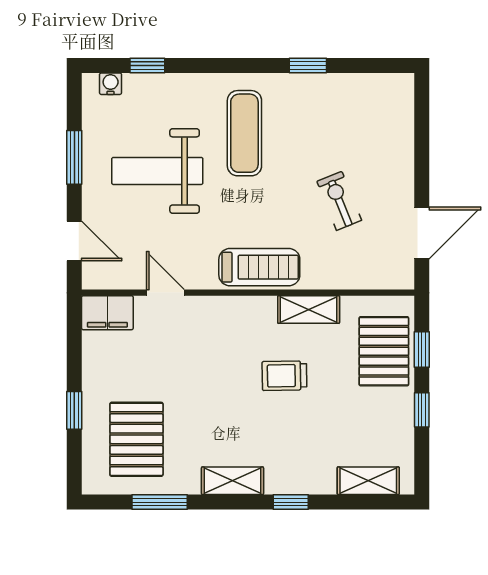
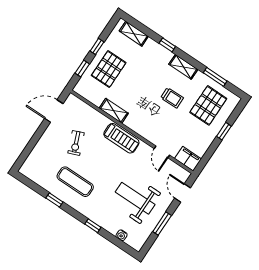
window: (147, 66) -> (93, 226), moved
water cooler: (111, 84) -> (122, 235), moved
exercise mat: (244, 133) -> (75, 182), moved, turned 90
weight bench: (157, 171) -> (135, 198), turned 180
treadmill: (259, 267) -> (121, 138), turned 180
pallet: (384, 351) -> (109, 69), moved
trolley: (284, 376) -> (172, 98), moved

